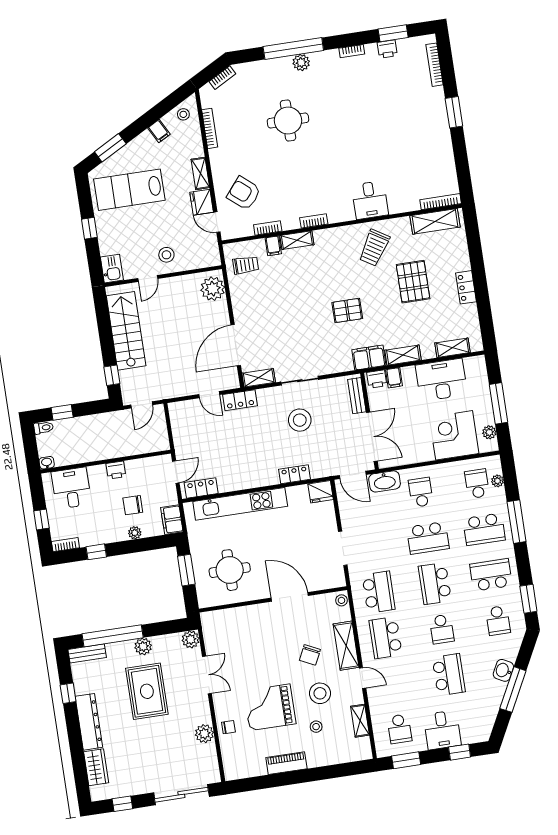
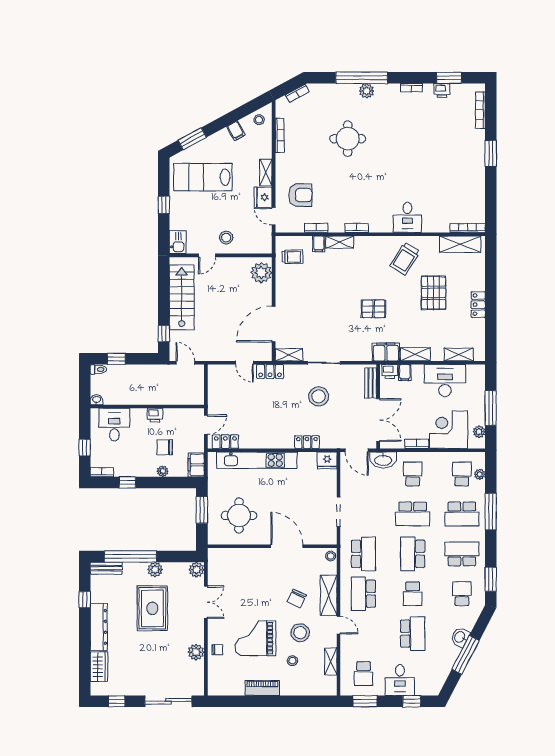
armchair: (244, 193) -> (300, 195), turned 140
door: (142, 405) -> (185, 363), swing flipped
bookcase: (420, 457) -> (417, 444), added
school desk: (498, 620) -> (462, 594), turned 180

